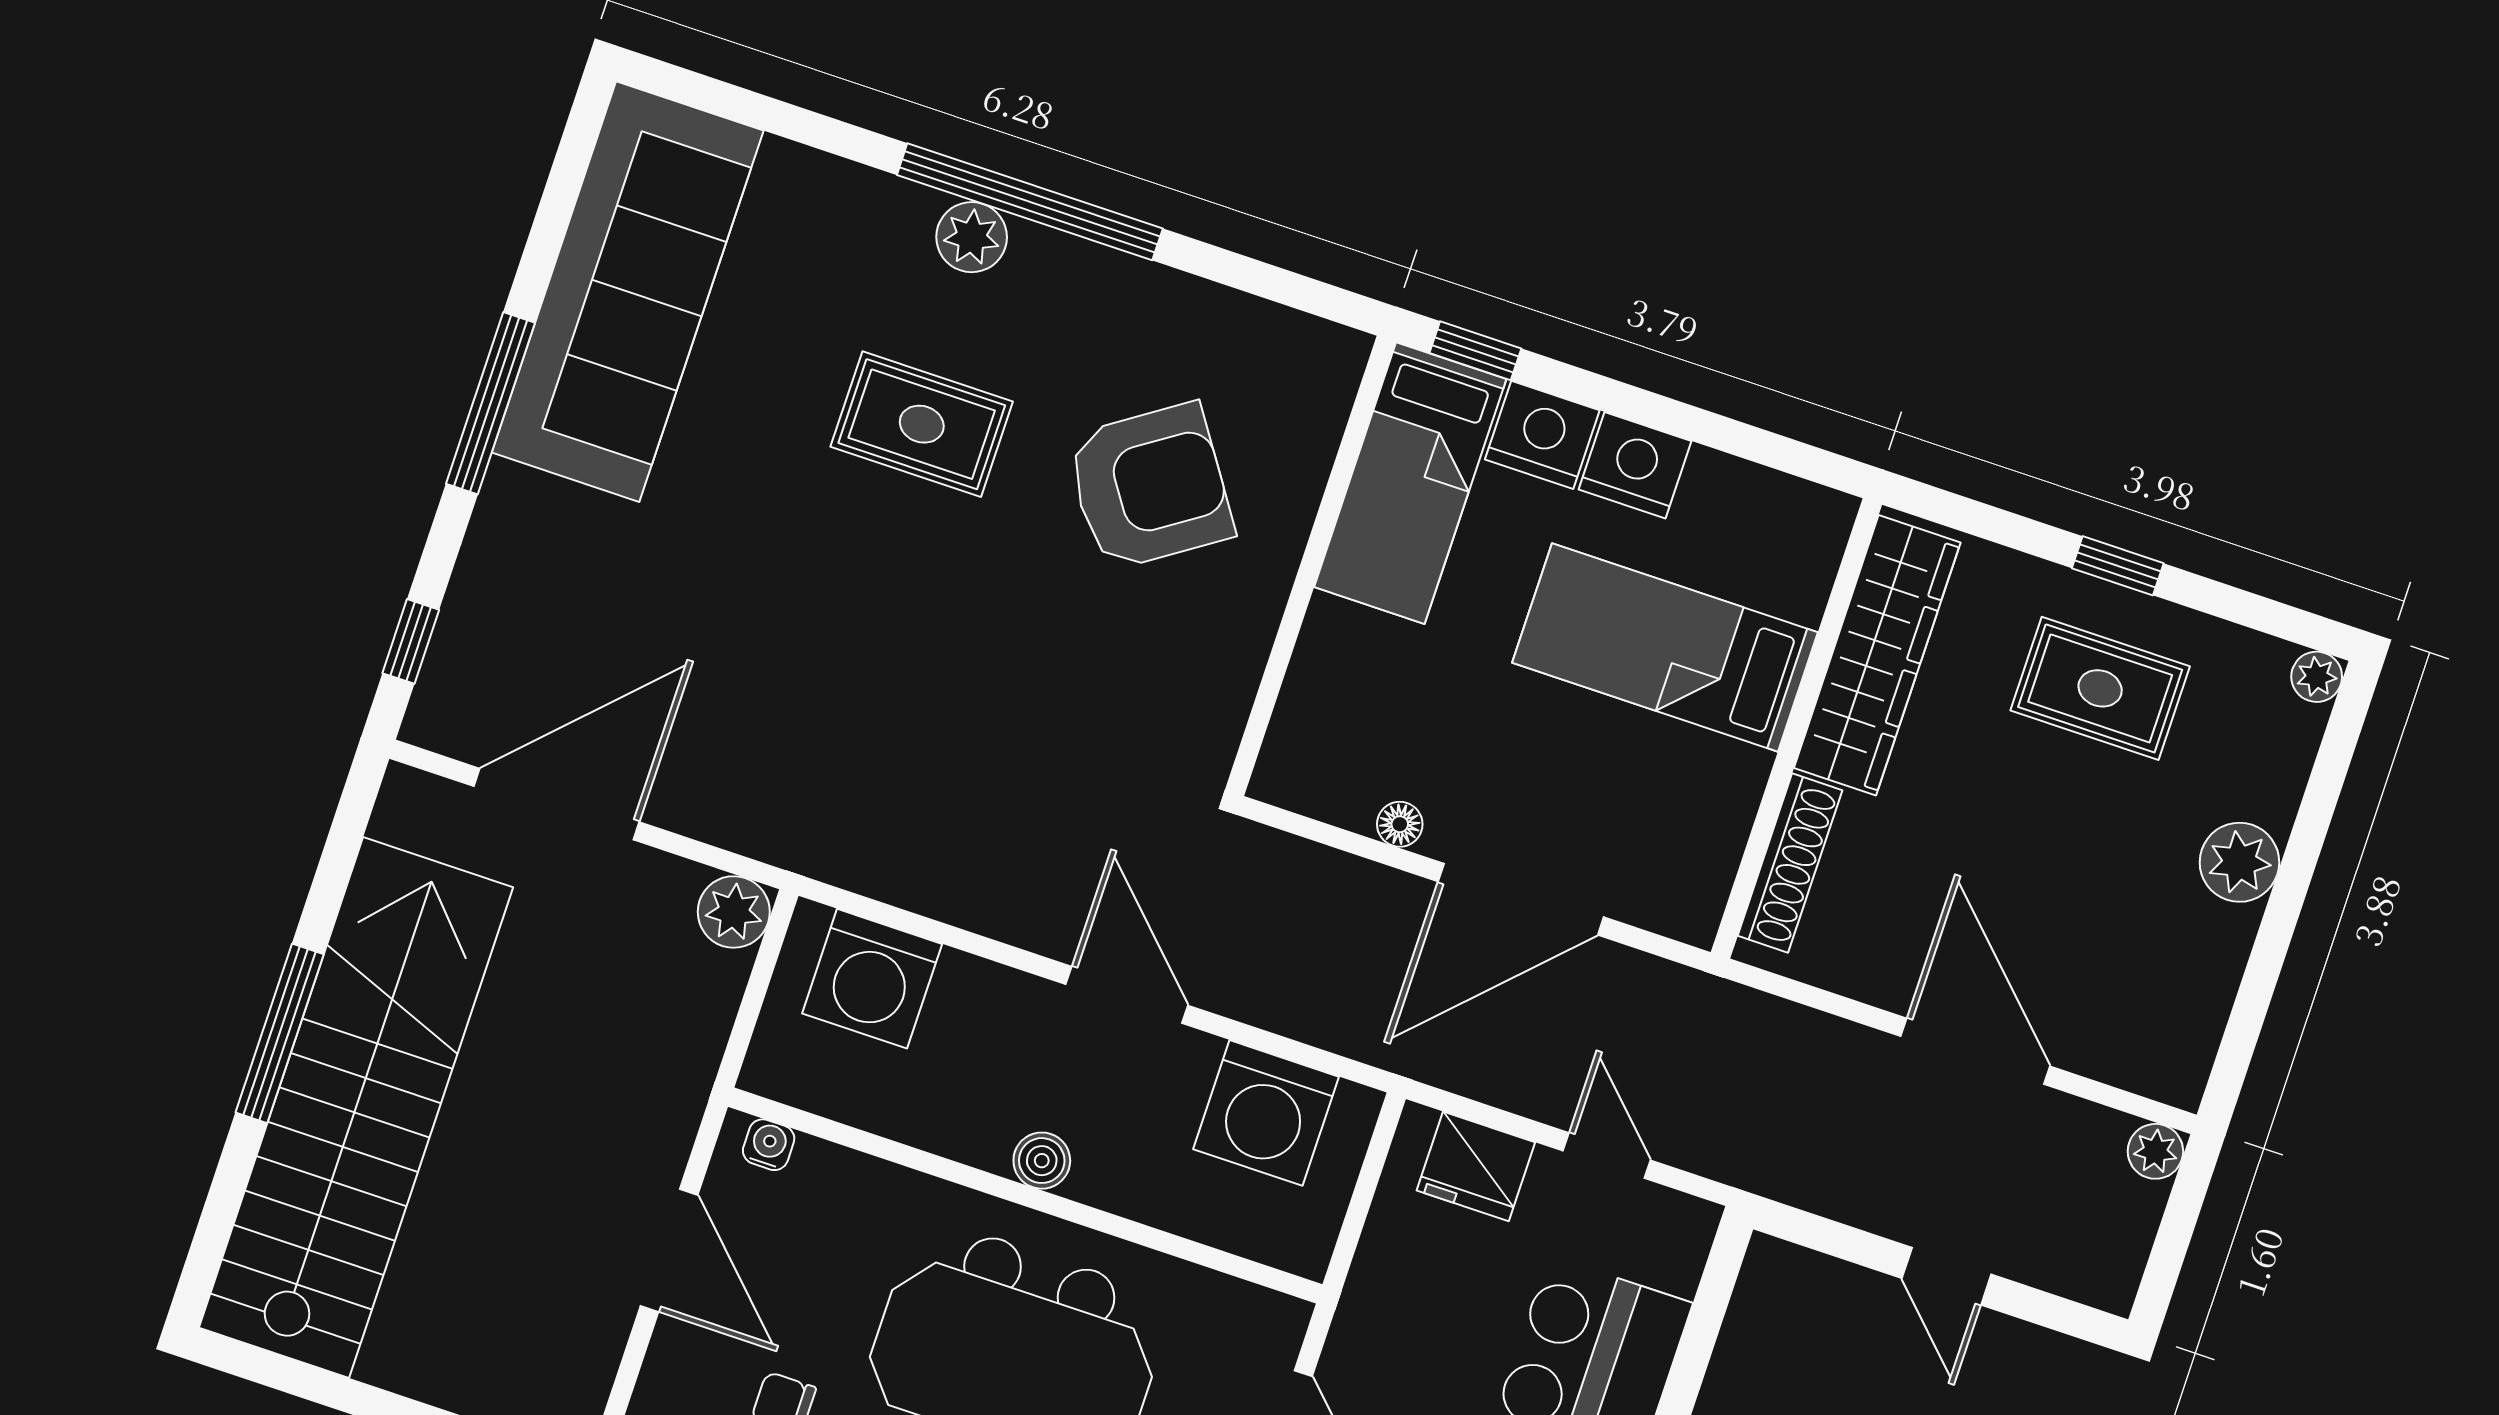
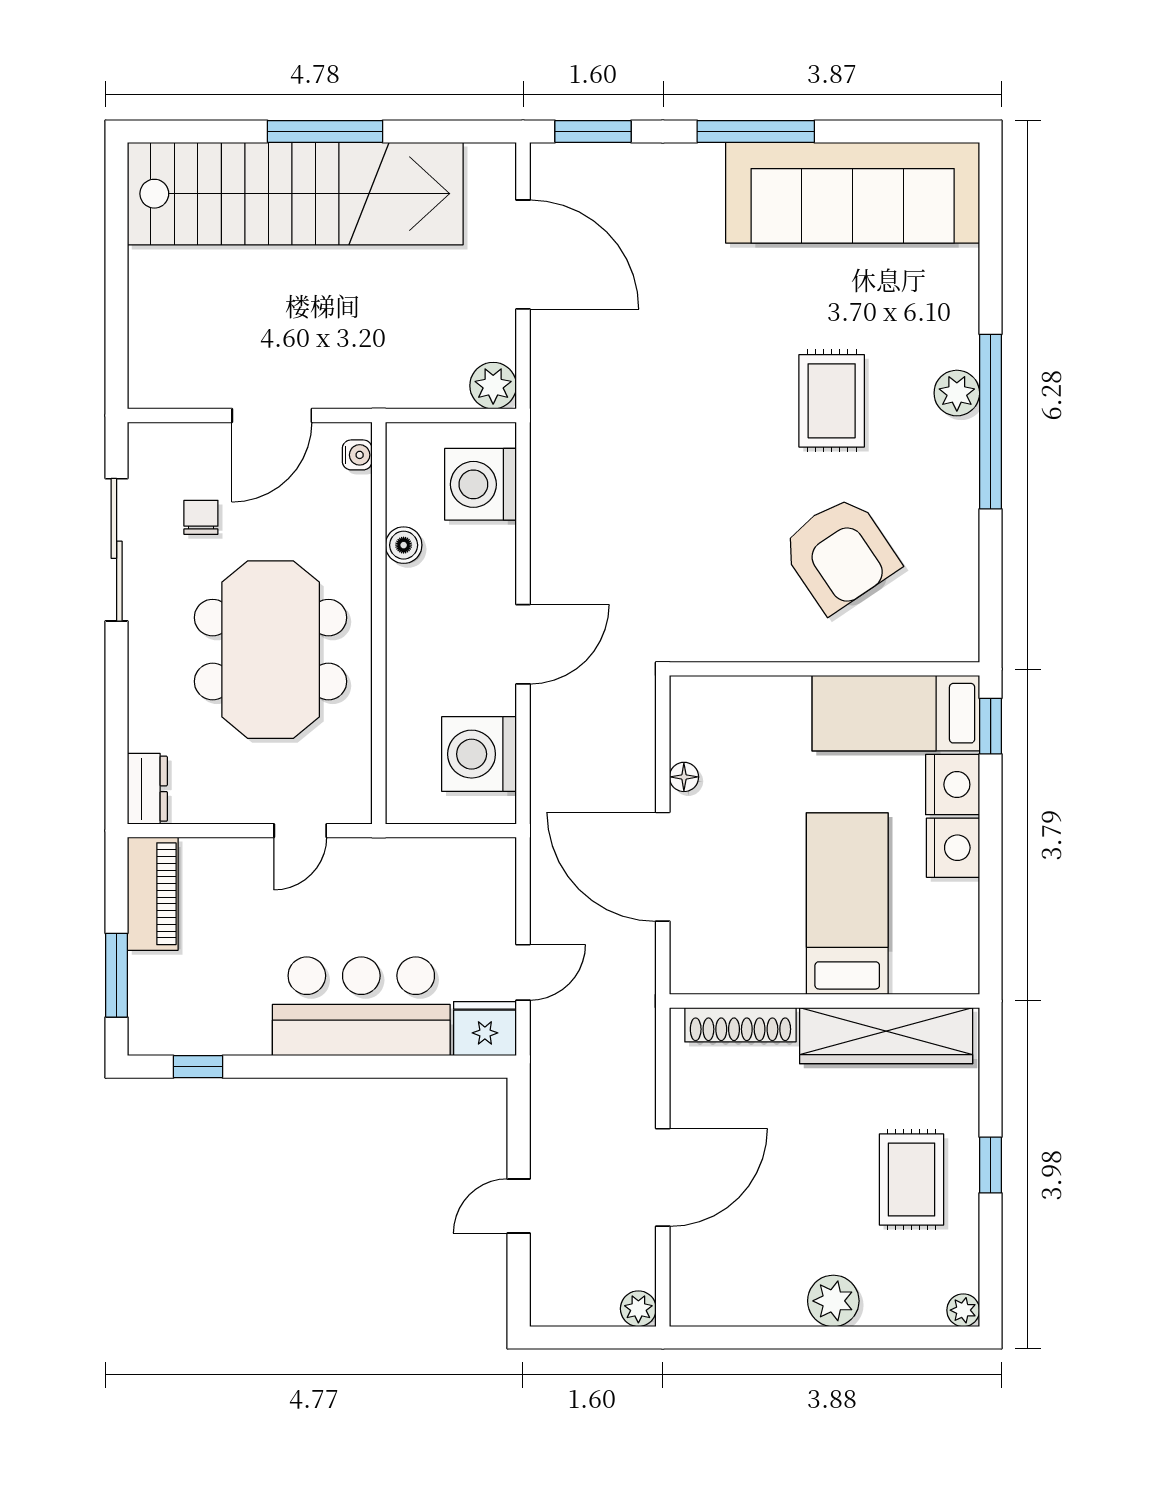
window: (411, 641) -> (593, 131), width x1.50
boiler: (1042, 1161) -> (404, 545), moved
fridge: (1476, 1166) -> (485, 1029), moved, turned 90

